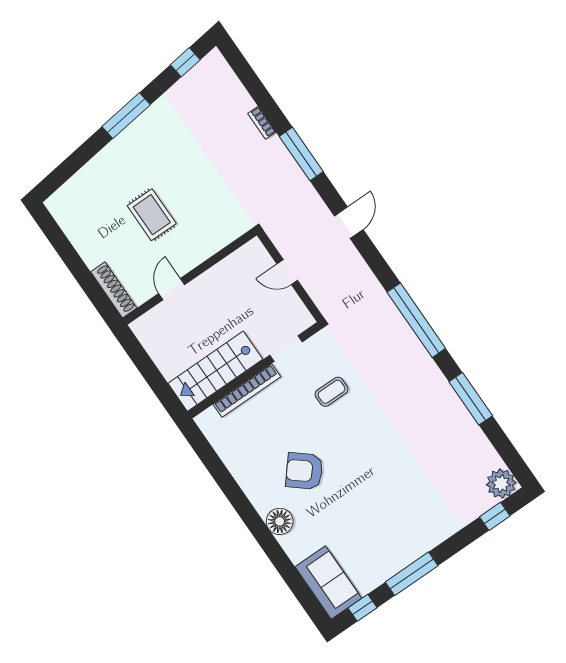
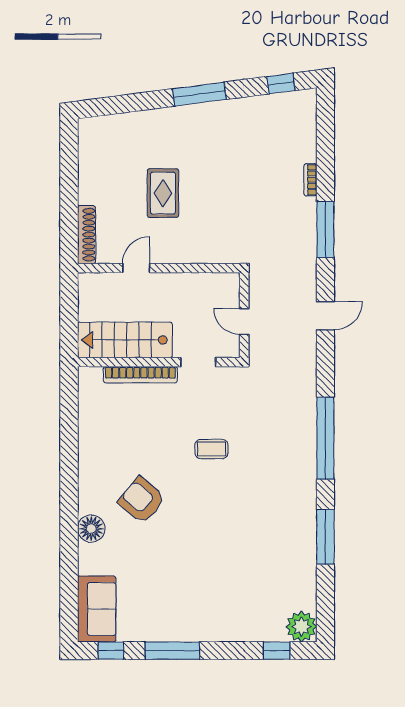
doorway: (286, 348) -> (198, 362), moved
wall: (255, 370) -> (159, 362), moved
stairs: (215, 371) -> (125, 340), moved
bookcase: (247, 390) -> (140, 375), moved

